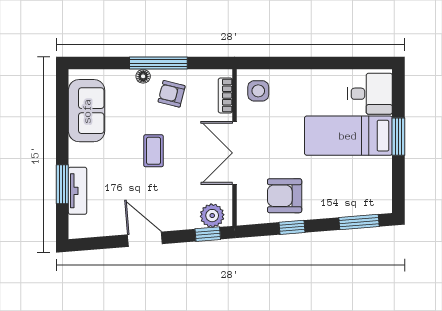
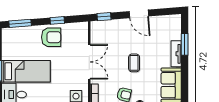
tv unit: (78, 191) -> (176, 54), moved
armchair: (285, 196) -> (51, 37), moved
plant: (212, 216) -> (102, 27), removed

